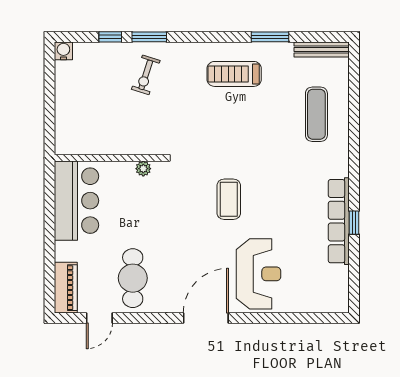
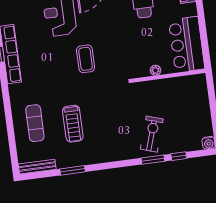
treadmill: (234, 74) -> (73, 124), moved, turned 90
exercise bike: (146, 75) -> (152, 134), width x1.38, depth x1.39
plant: (143, 169) -> (155, 70), moved

